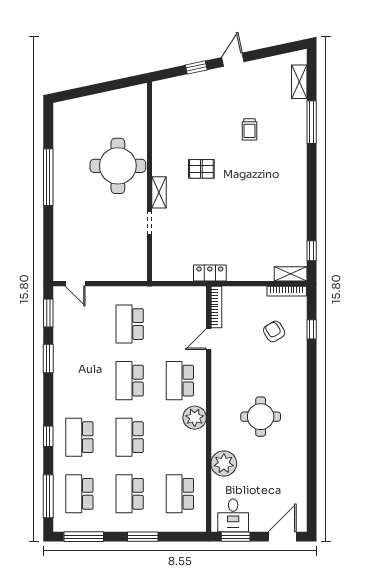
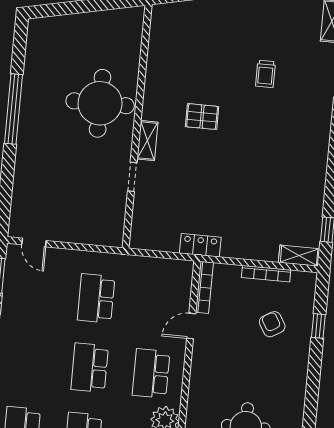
bookcase: (287, 291) -> (266, 274), moved

